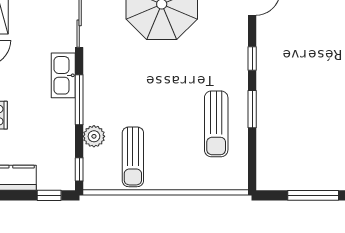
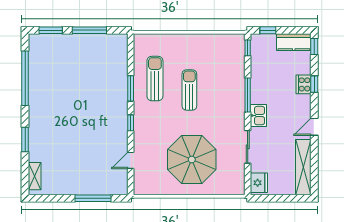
kitchen sink: (63, 75) -> (258, 116), width x0.73
plant: (94, 136) -> (238, 70), removed
sun lounger: (133, 157) -> (189, 90), moved

